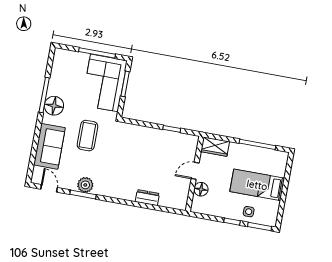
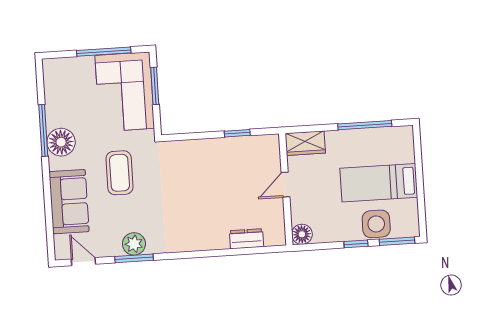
floor lamp: (201, 189) -> (302, 234), moved
dresser: (147, 198) -> (246, 239), moved
side table: (249, 212) -> (376, 224), width x1.87, depth x1.87

